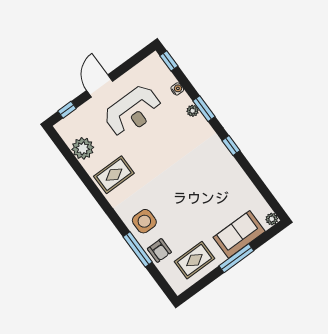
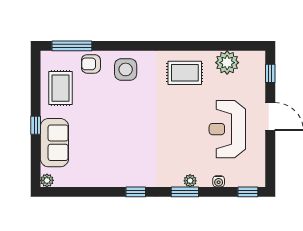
rug: (114, 175) -> (185, 73), turned 90
window: (138, 249) -> (72, 46), moved
window: (236, 258) -> (36, 125), width x0.46

